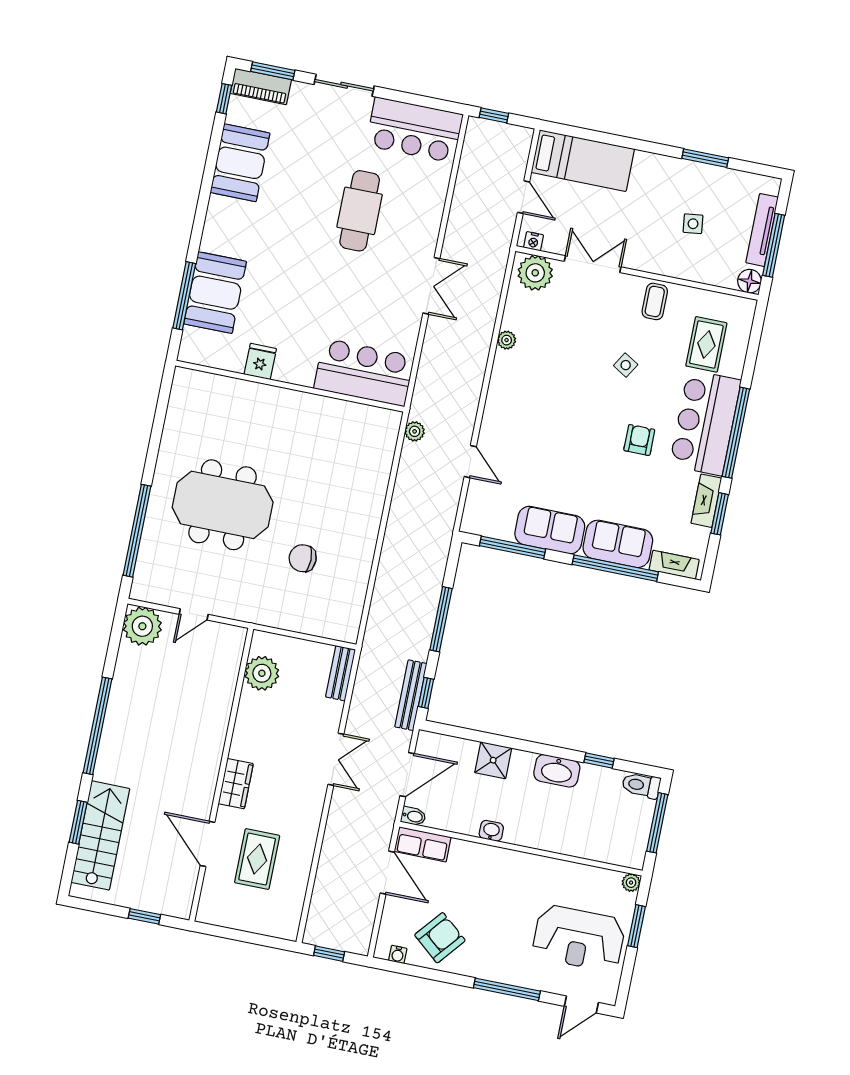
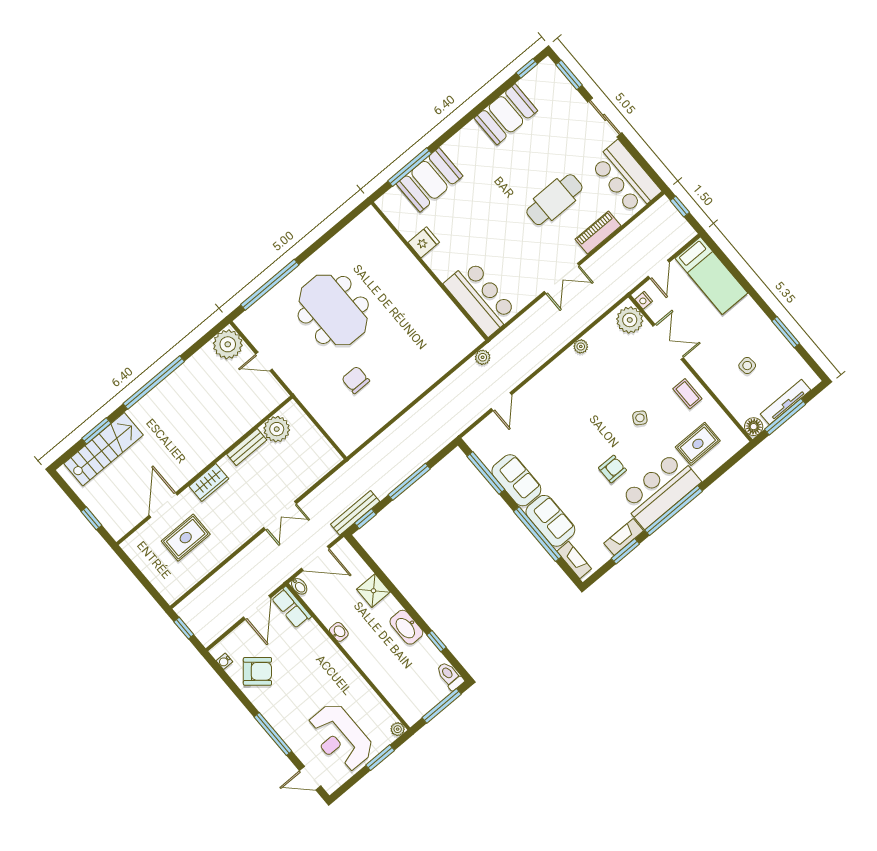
piano: (261, 86) -> (598, 233), moved, turned 90
coffee table: (655, 301) -> (687, 394), turned 90
bench: (341, 673) -> (247, 447), moved

